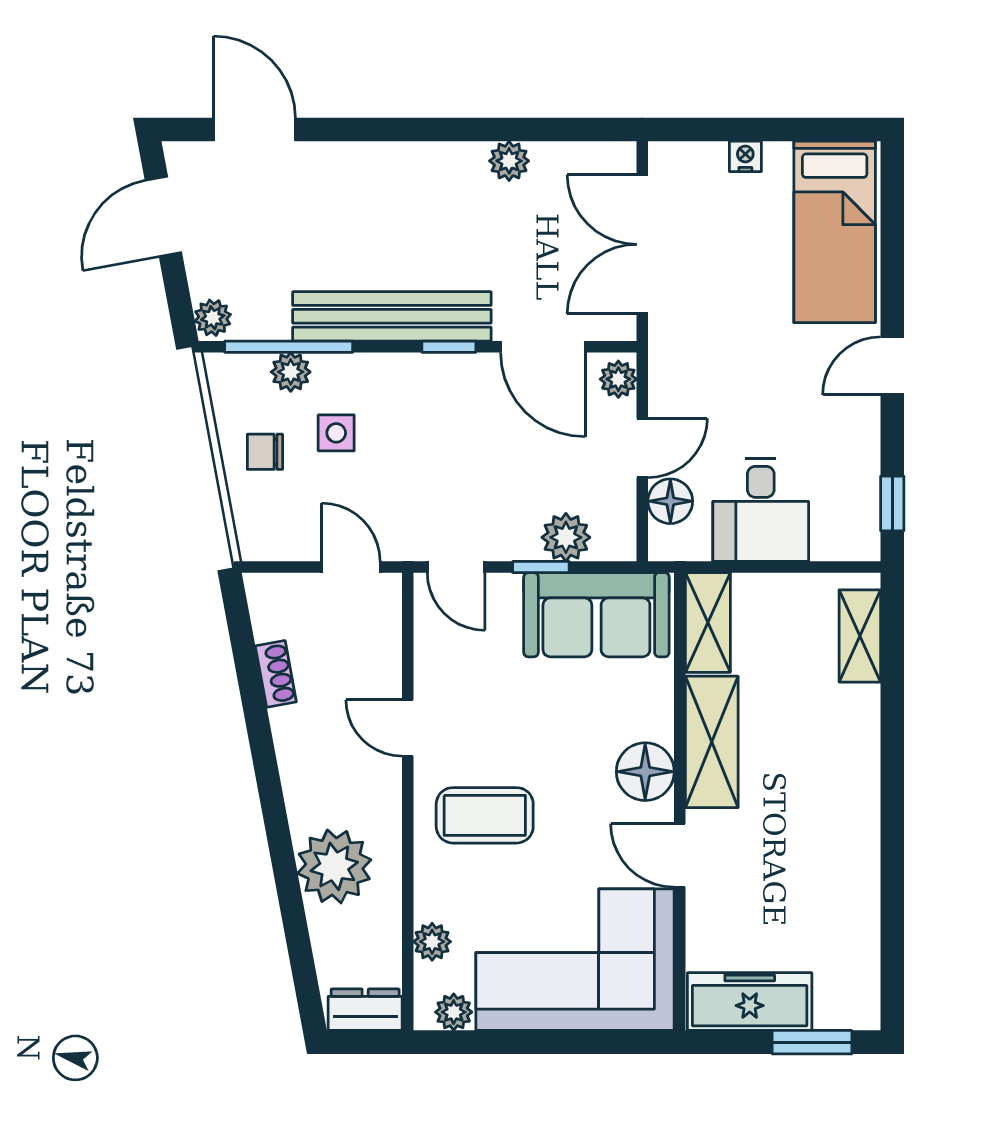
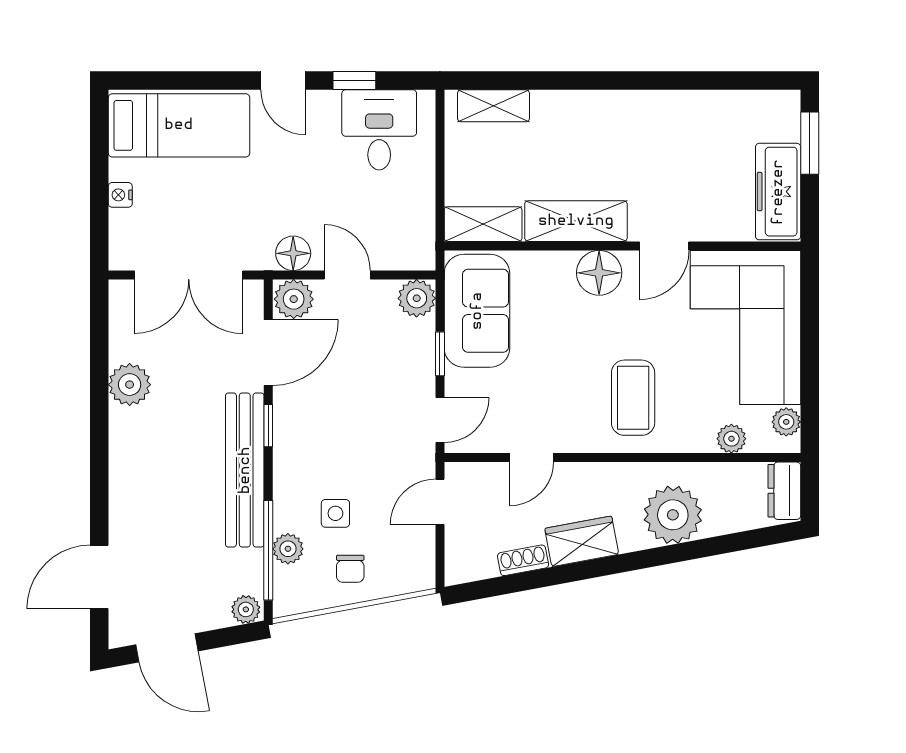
plant: (509, 161) -> (130, 385), width x1.38, depth x1.38
plant: (618, 379) -> (294, 299), width x1.38, depth x1.38
floor lamp: (670, 501) -> (293, 253), moved
window: (892, 504) -> (354, 81), moved
desk: (761, 510) -> (379, 130), moved, turned -90
plant: (566, 537) -> (417, 298), moved
door: (408, 728) -> (532, 458), moved
wardrobe: (300, 749) -> (582, 541), added

